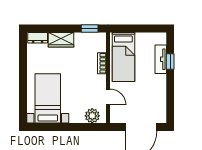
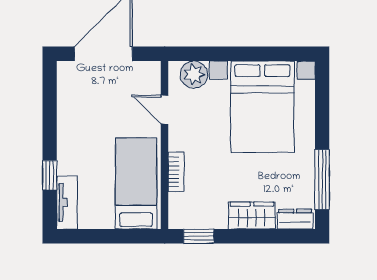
window: (23, 59) -> (322, 179), added
tv unit: (161, 59) -> (67, 202), moved
bed with nightstands: (48, 98) -> (262, 107), width x1.36

